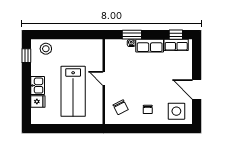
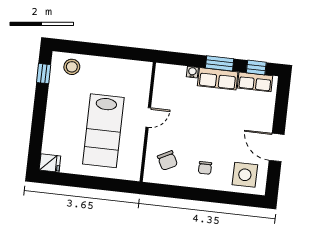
window: (132, 35) -> (220, 63), moved
door: (104, 78) -> (148, 117), swing flipped
kitchen sink: (38, 86) -> (55, 117), removed
fridge: (38, 102) -> (50, 163), moved

